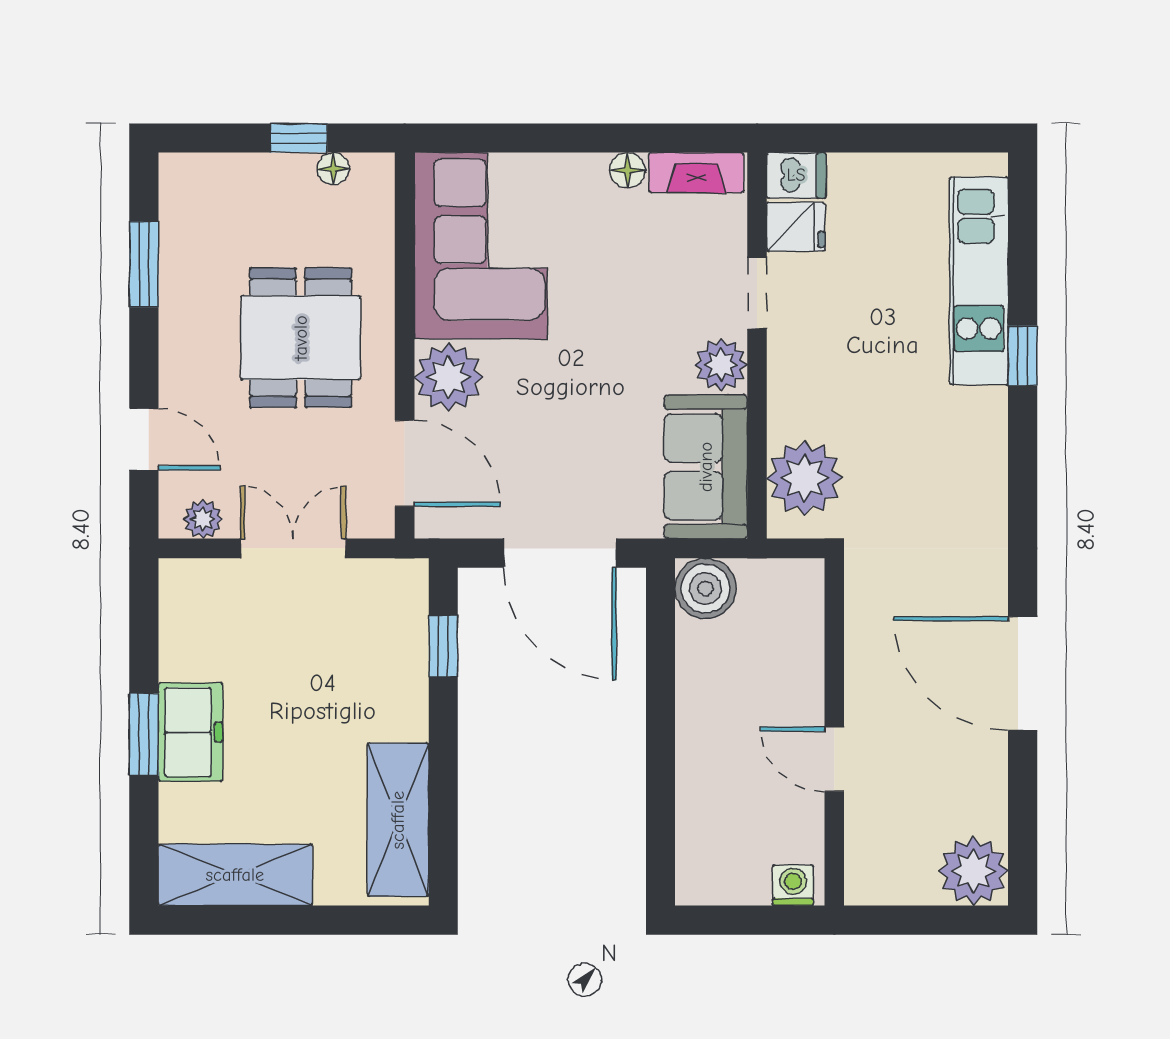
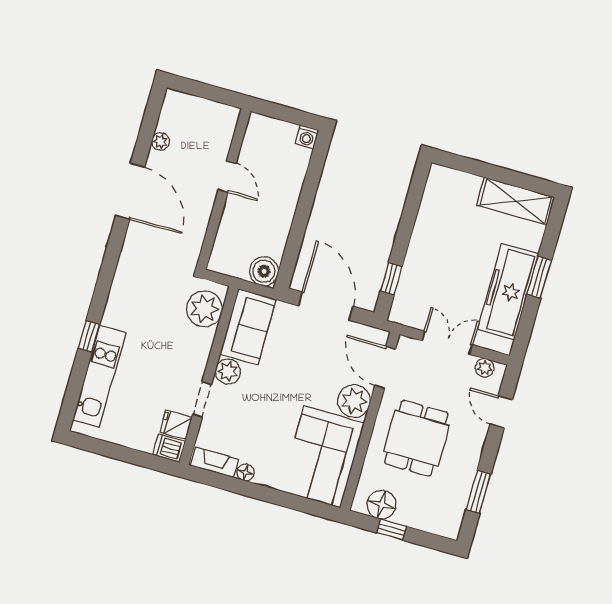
floor lamp: (333, 169) -> (382, 505), width x1.89, depth x1.89
double door: (293, 548) -> (447, 343), swing flipped
freezer: (190, 732) -> (508, 292), width x1.91, depth x1.26
shelving: (398, 820) -> (434, 205), removed
plant: (973, 871) -> (160, 142), moved, width x0.53, depth x0.53
washing machine: (793, 885) -> (307, 137), moved

